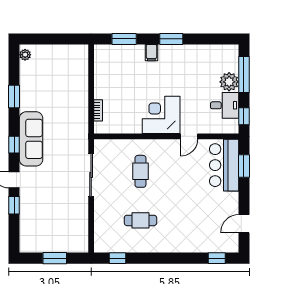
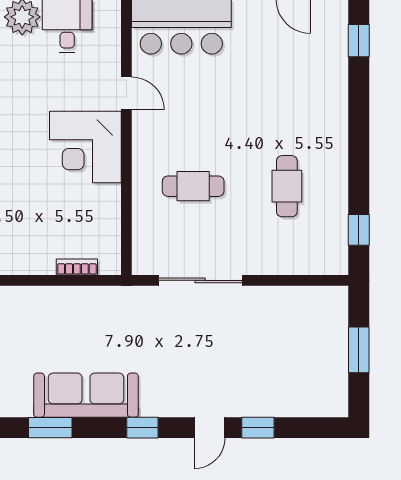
sofa: (31, 139) -> (86, 395), moved

